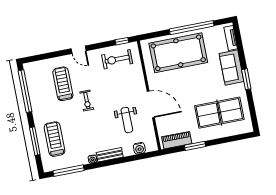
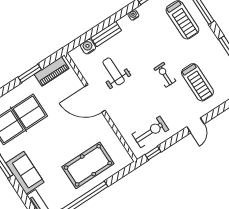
door: (79, 50) -> (195, 125), swing flipped
pool table: (178, 53) -> (88, 165), width x0.73, depth x0.76
bench: (110, 155) -> (106, 34), moved

